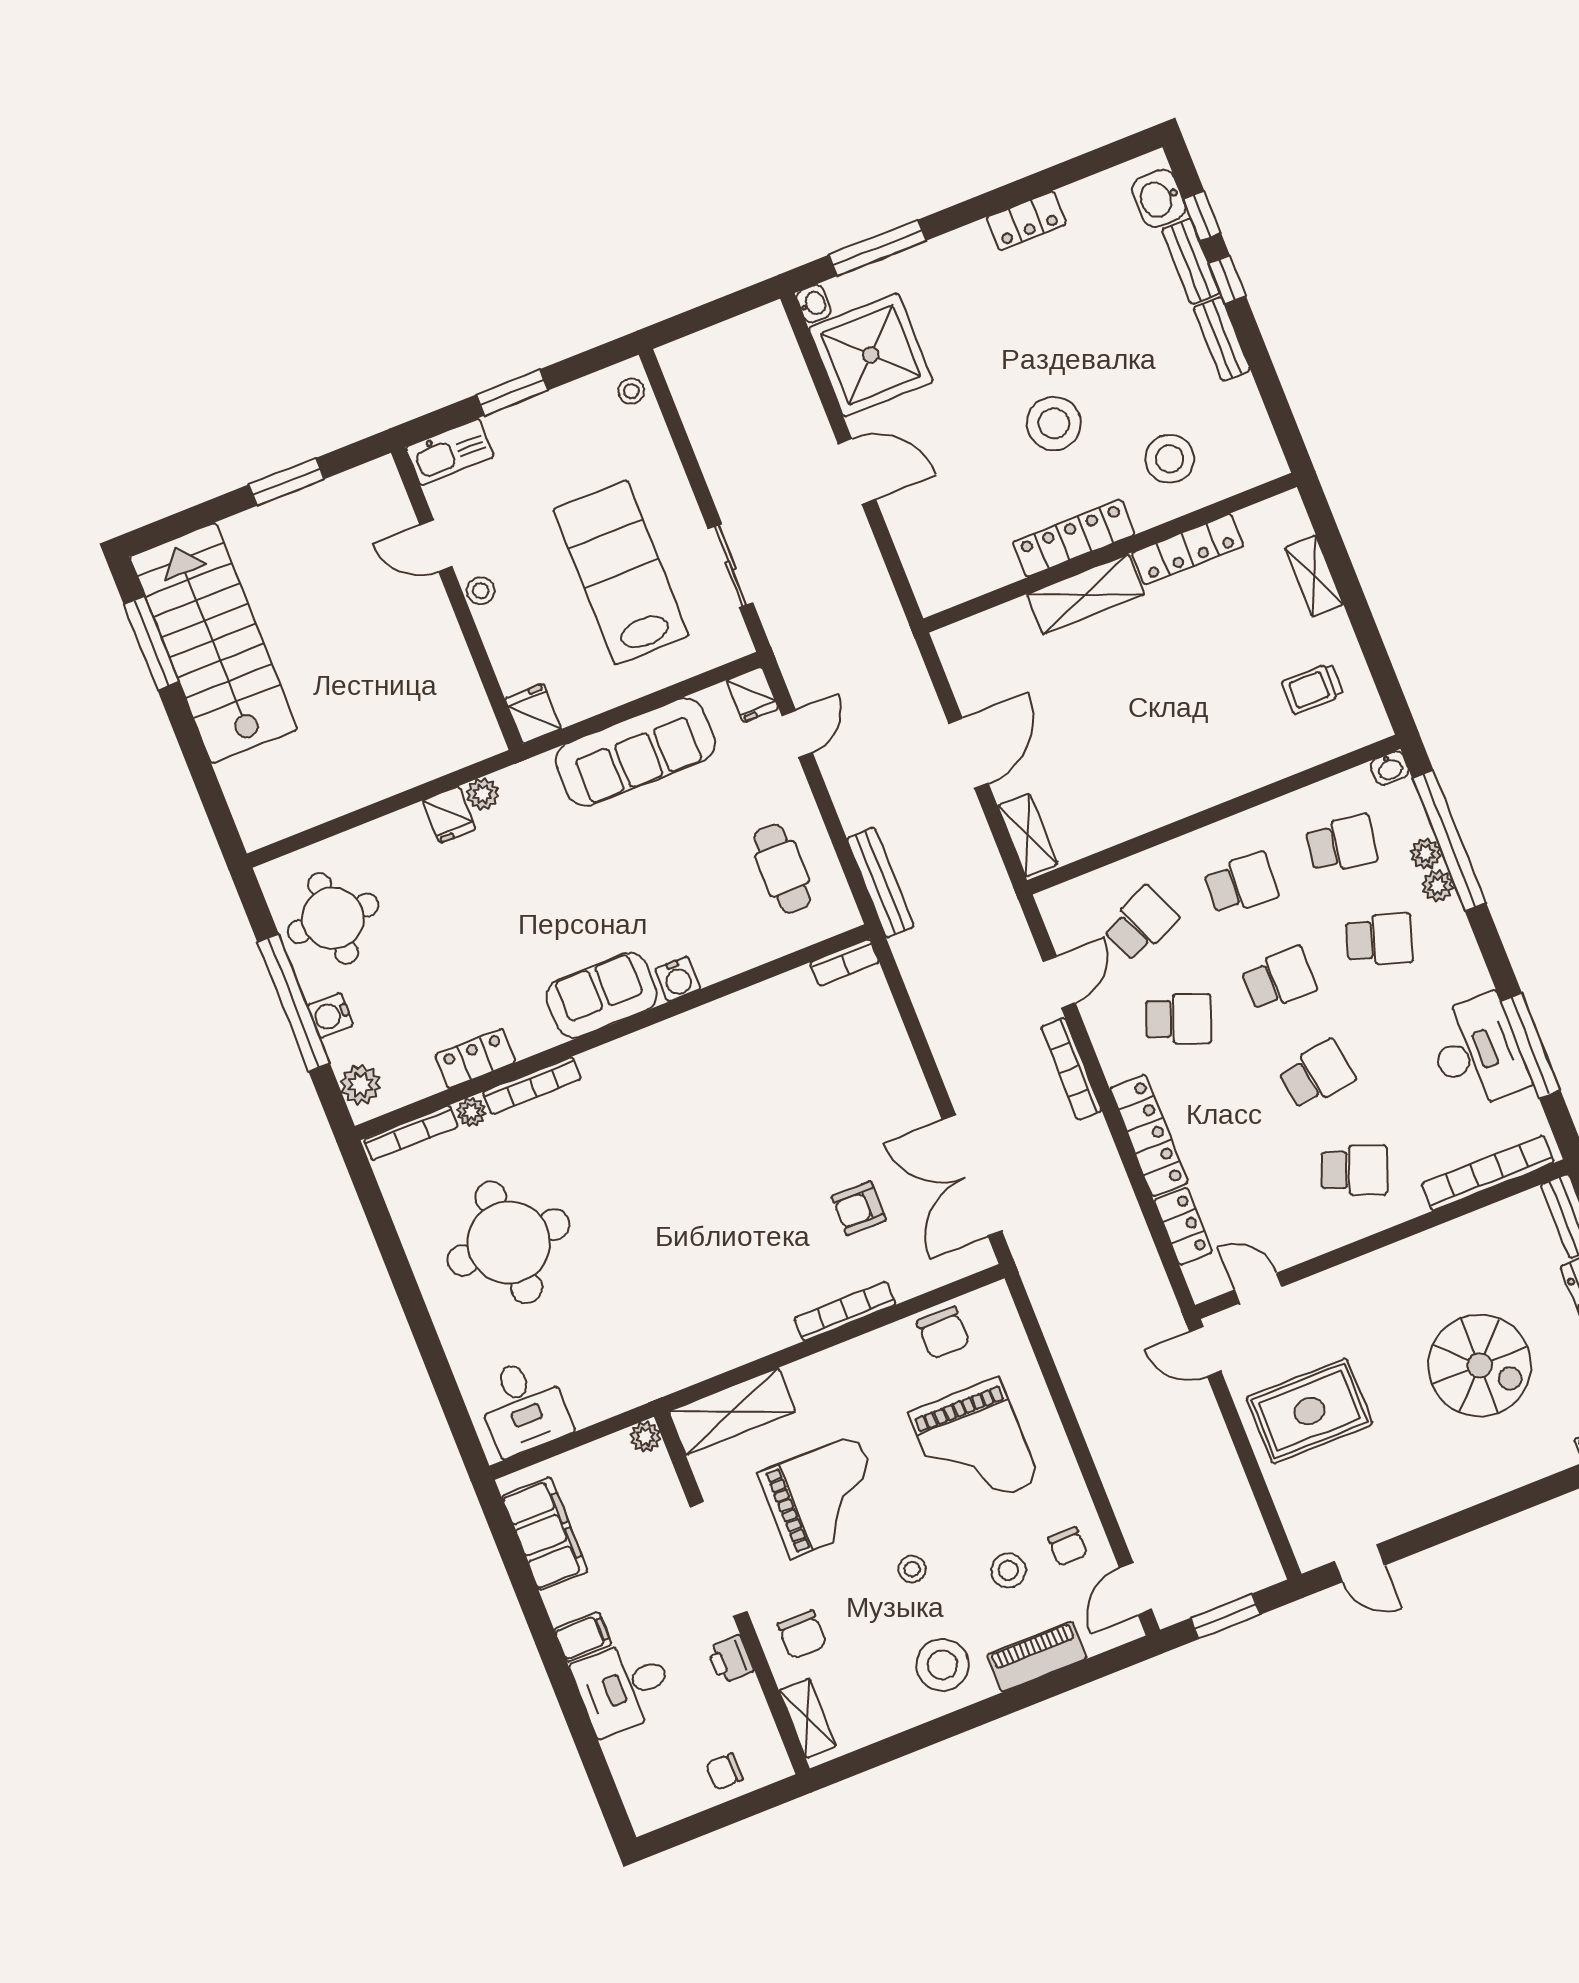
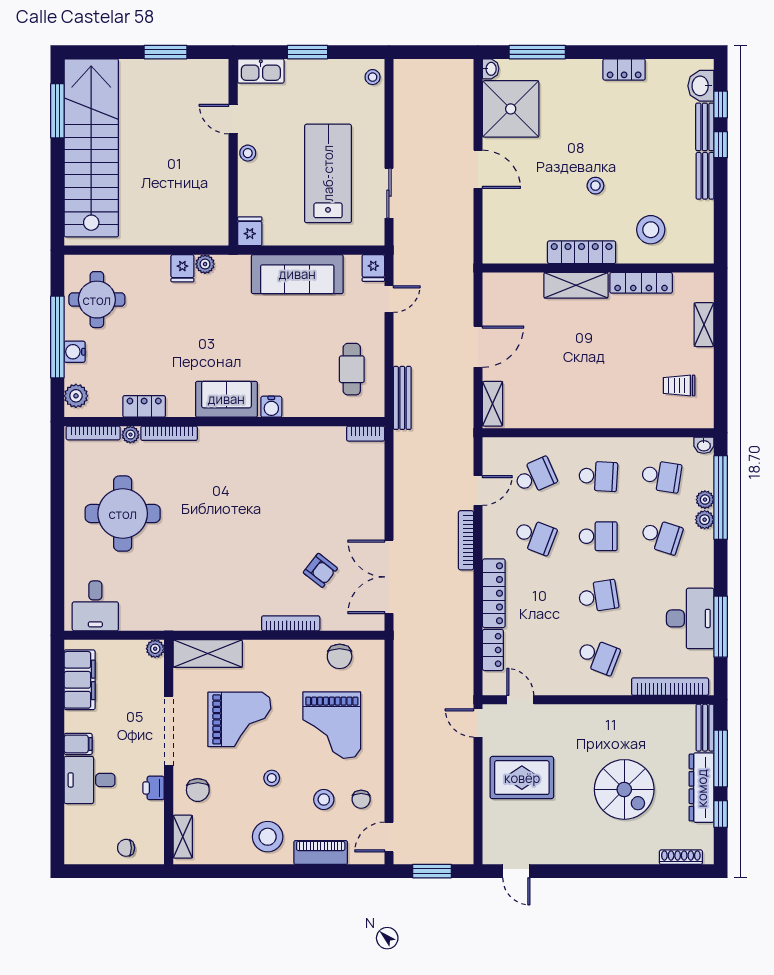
stool: (1054, 423) -> (595, 186), width x0.53, depth x0.53
stairs: (214, 643) -> (91, 148), width x1.36
armchair: (859, 1208) -> (320, 570), turned -142

